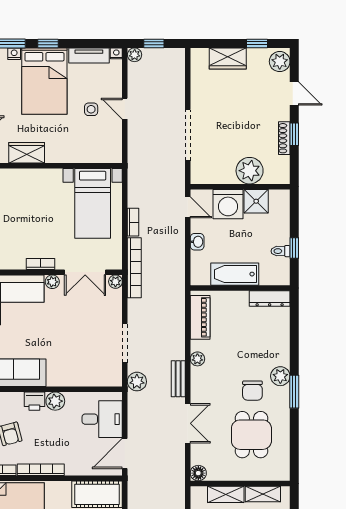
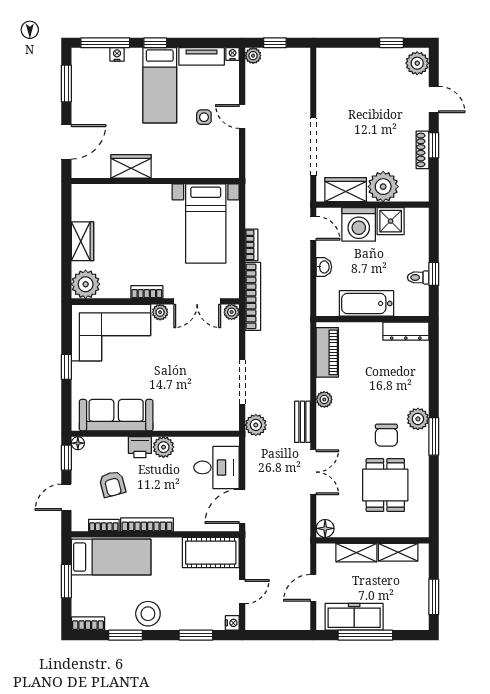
wardrobe: (228, 58) -> (346, 190), moved, turned 180
bed: (44, 81) -> (160, 85), width x0.67

